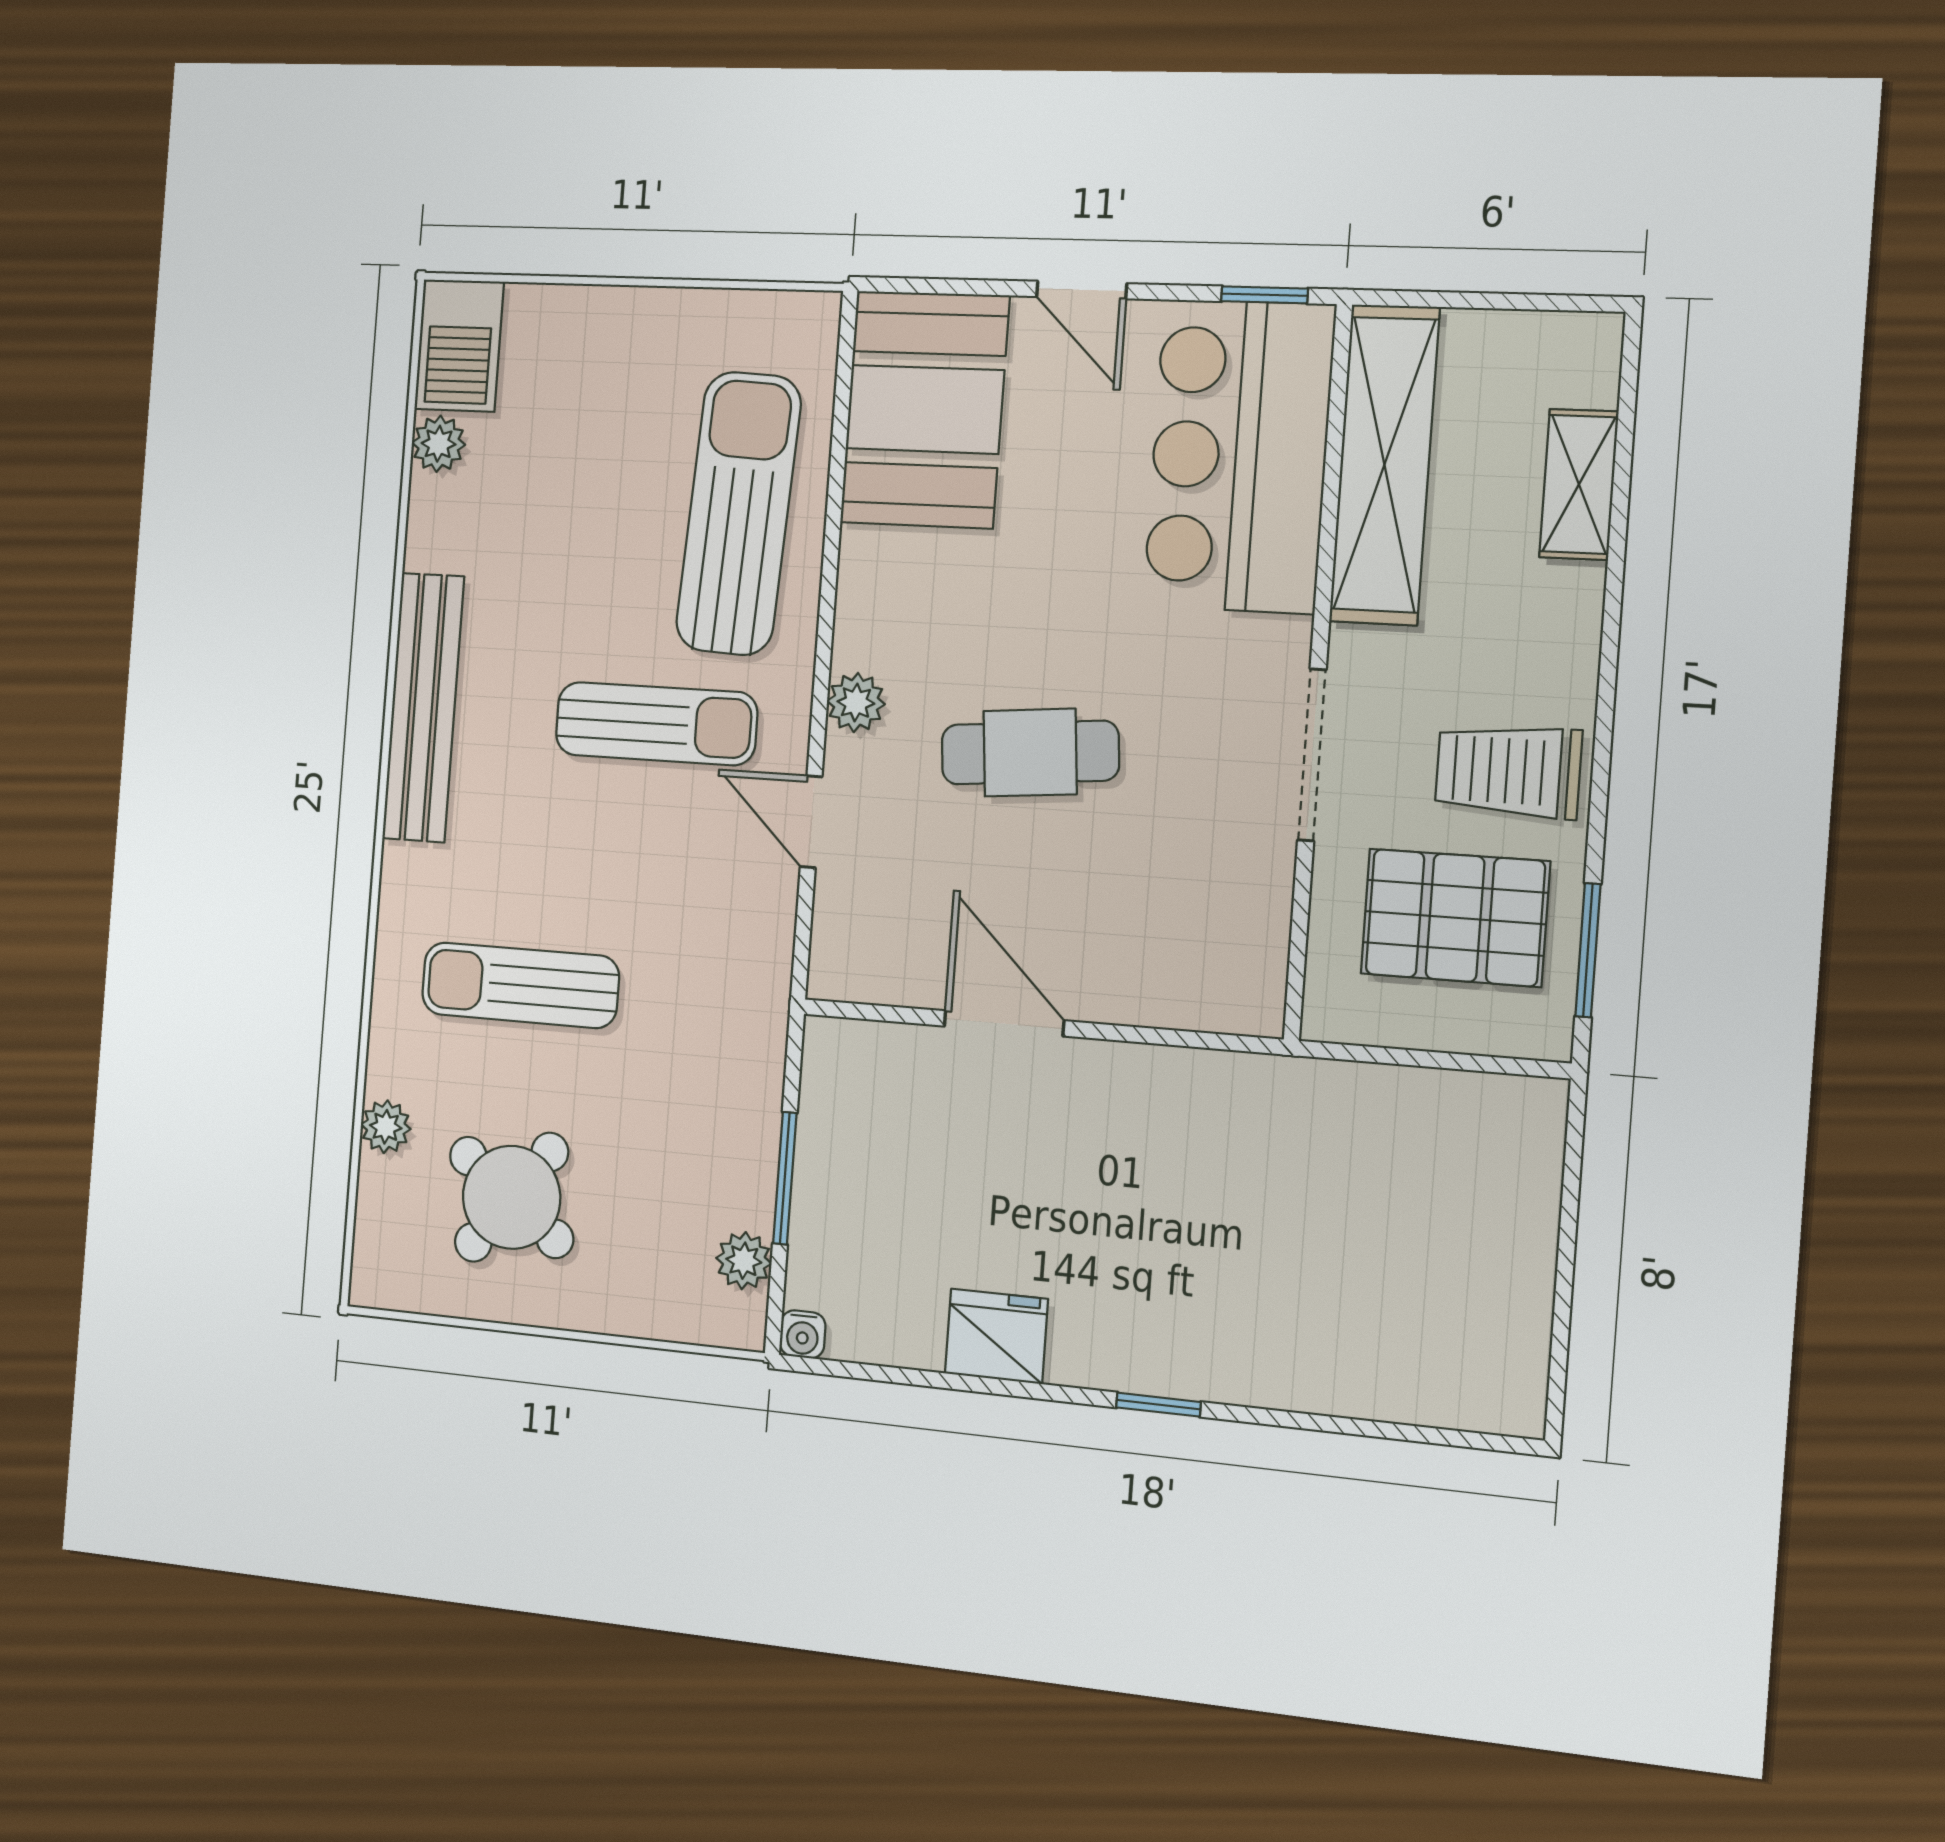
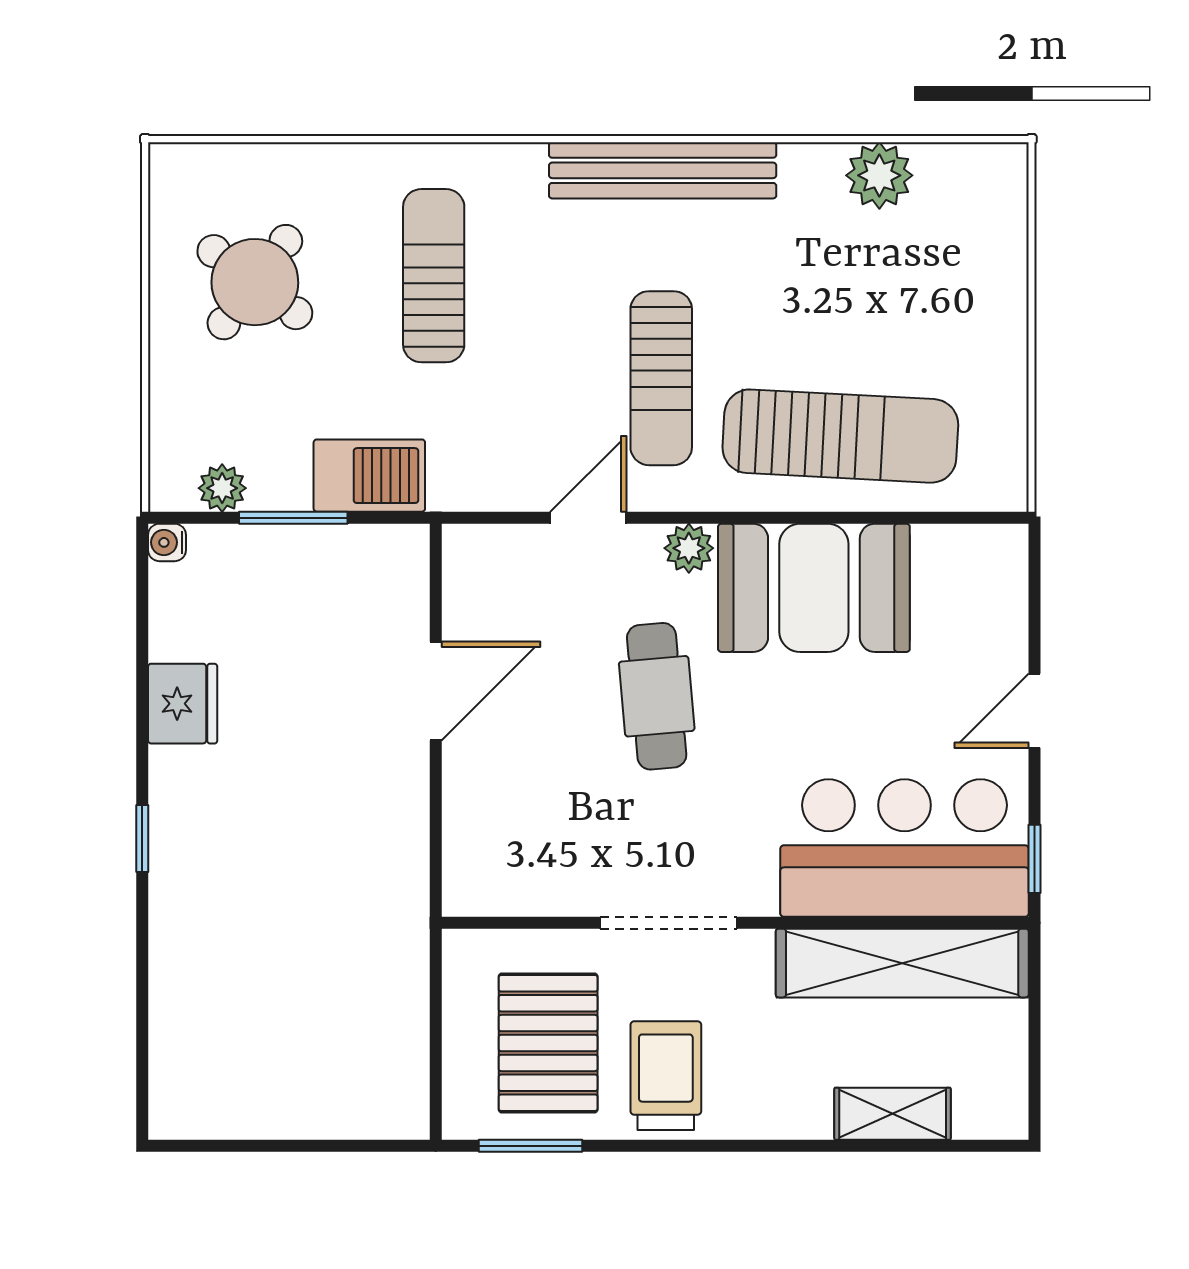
barbecue: (459, 346) -> (369, 476), moved, turned 180
booth: (925, 409) -> (814, 588), moved
plant: (439, 444) -> (879, 175), width x1.38, depth x1.38
plant: (386, 1127) -> (304, 165), removed

